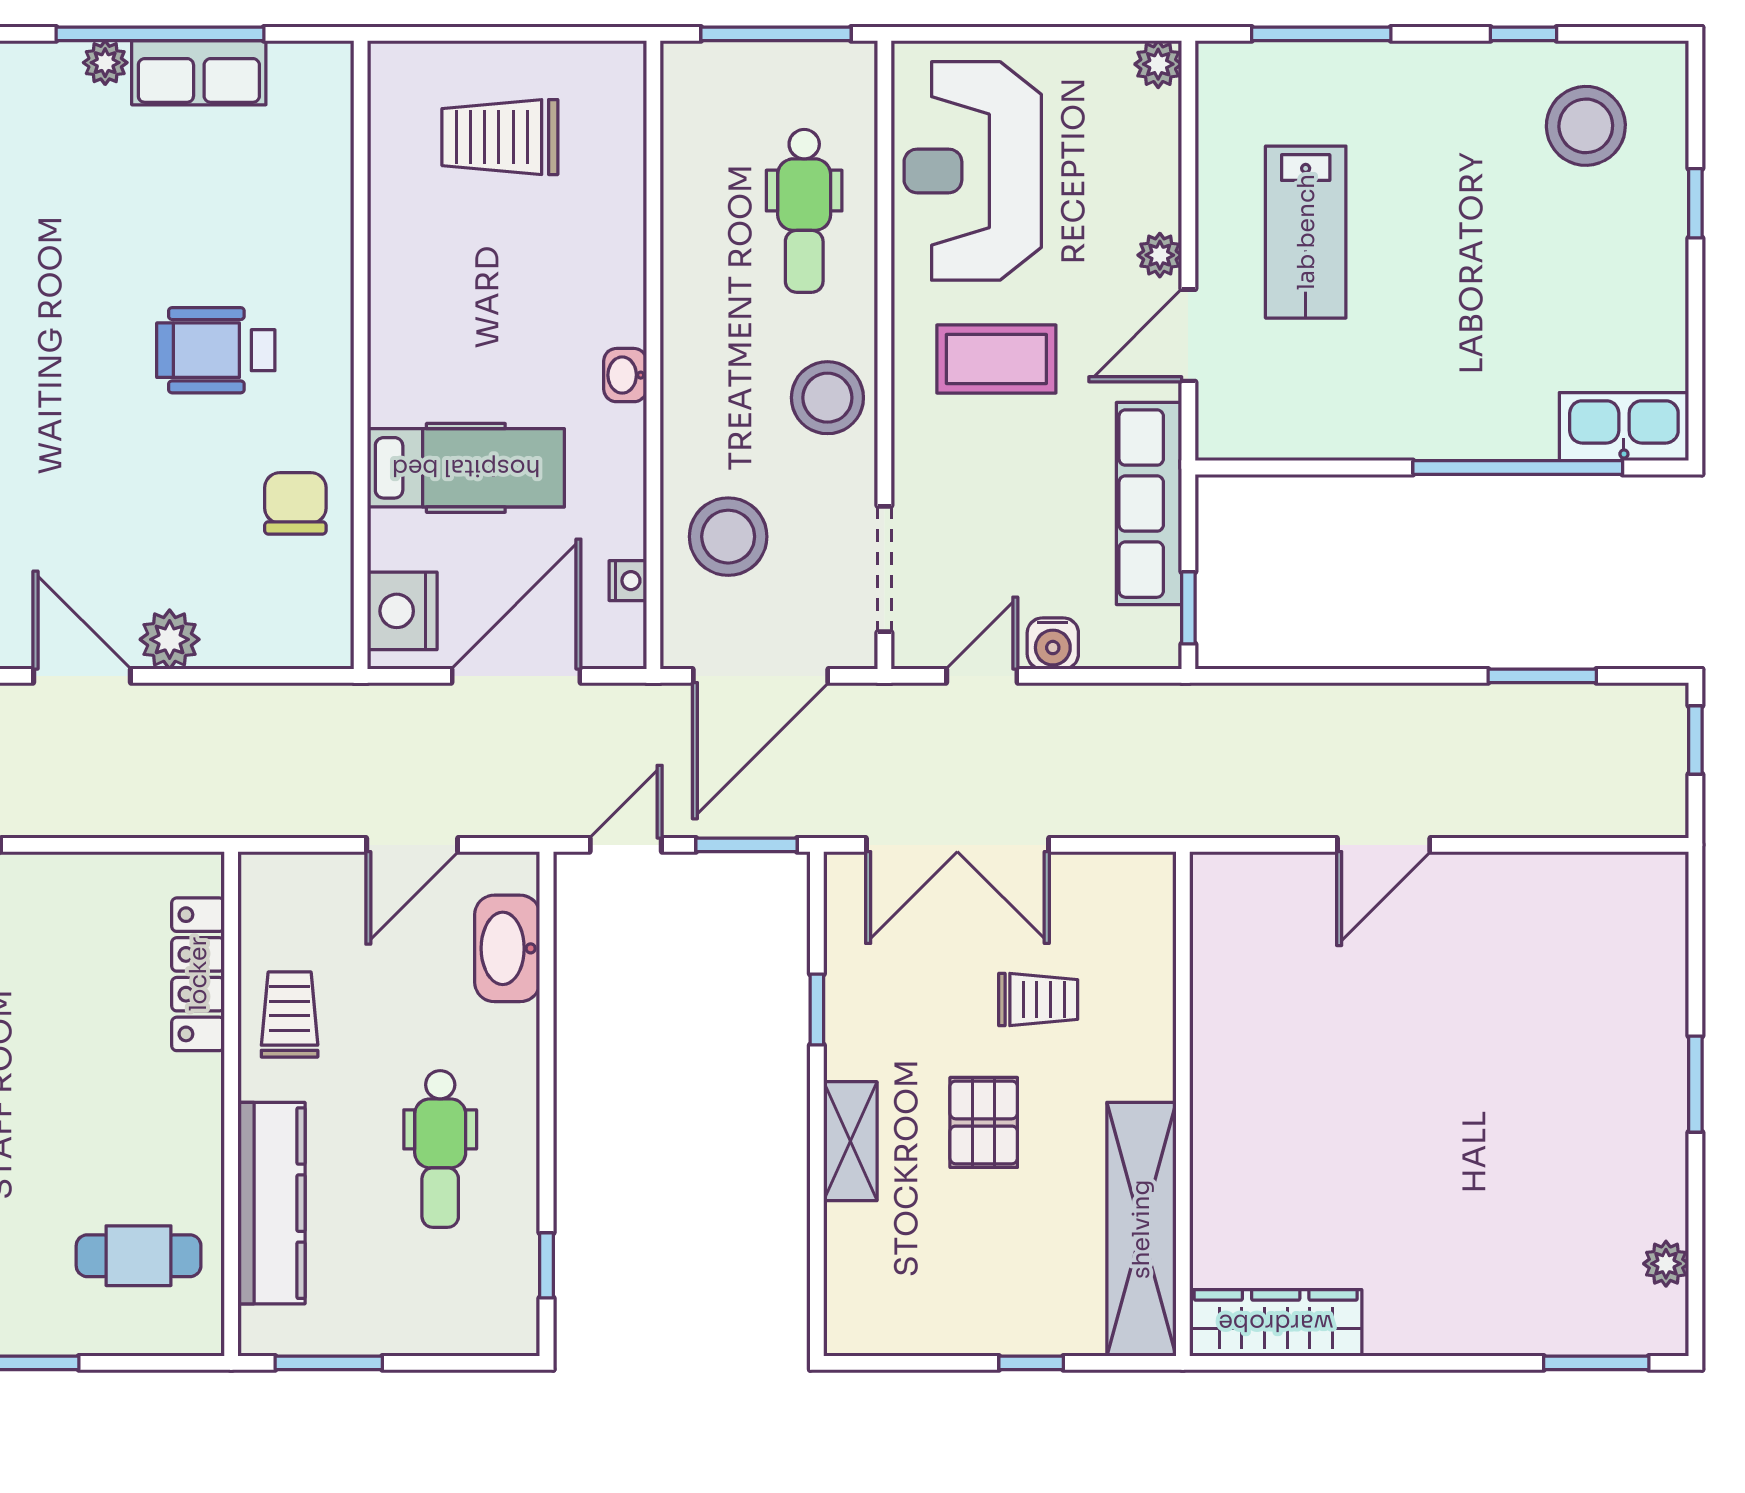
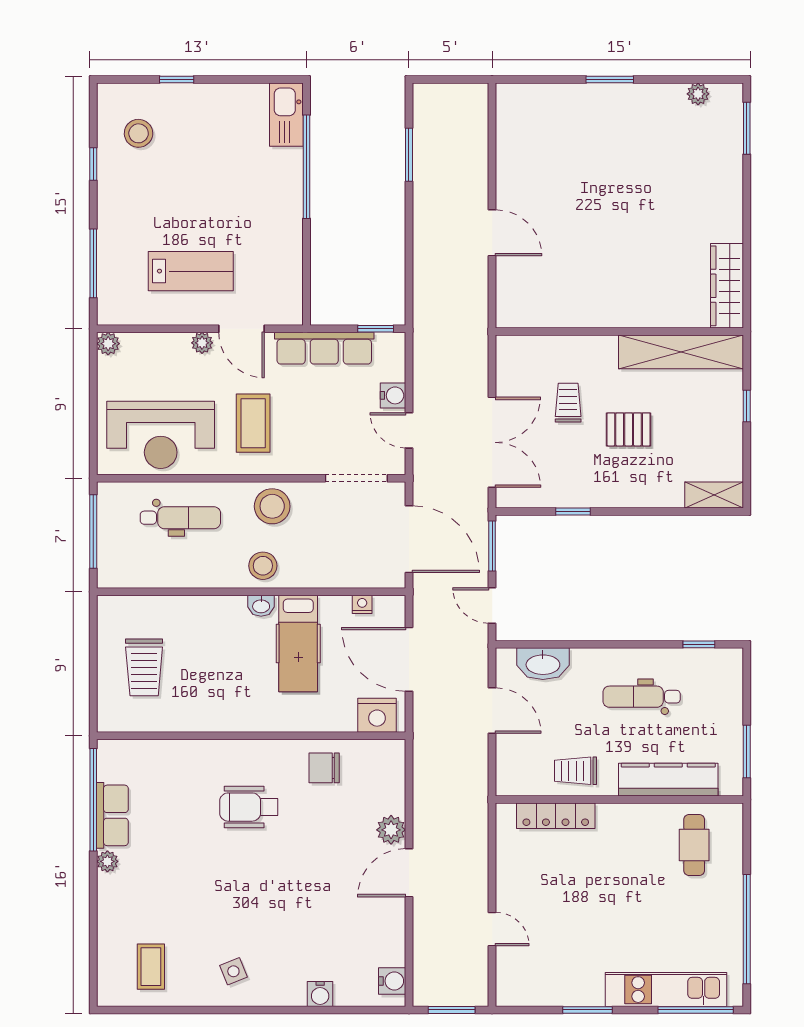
window: (160, 34) -> (93, 800), moved
stool: (1586, 126) -> (139, 133), width x0.73, depth x0.73
wheelchair: (216, 350) -> (249, 807), turned 90
hospital bed: (466, 468) -> (298, 644), moved, turned 180
stool: (728, 537) -> (263, 566), moved, width x0.73, depth x0.73
window: (1695, 740) -> (440, 79), removed
shelving: (850, 1141) -> (714, 495), moved
dental chair: (440, 1149) -> (642, 697), turned 180

